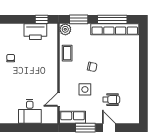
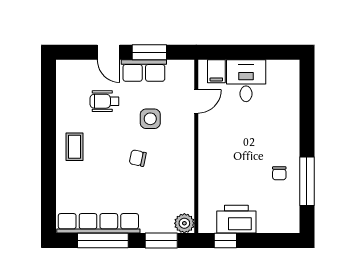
coffee table: (67, 53) -> (75, 147), moved
filing cabinet: (47, 117) -> (216, 71), added
row of seats: (73, 117) -> (144, 71), moved

